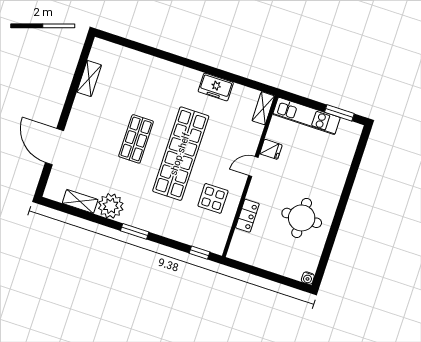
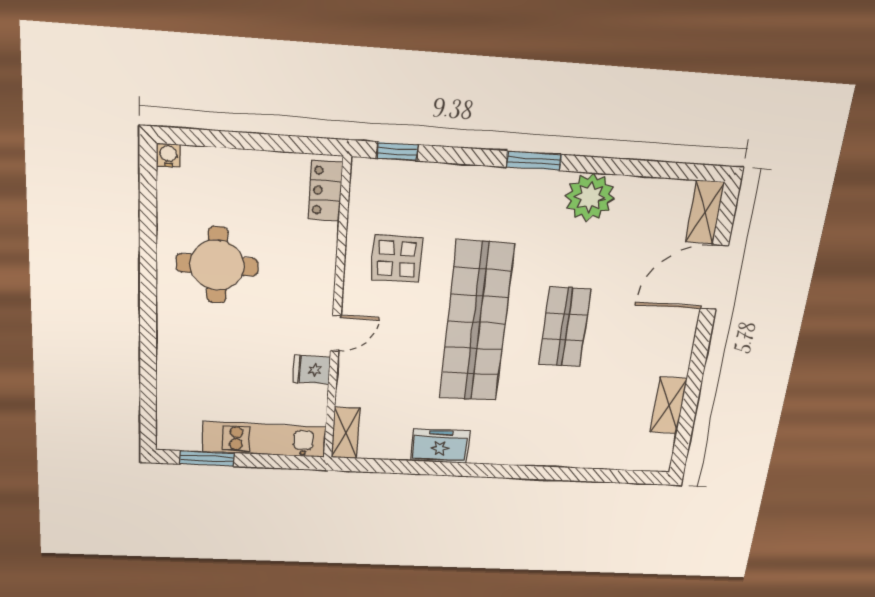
door: (55, 147) -> (714, 277), swing flipped
shelving: (80, 201) -> (705, 212), moved, turned 90
locker: (247, 216) -> (326, 191), moved

